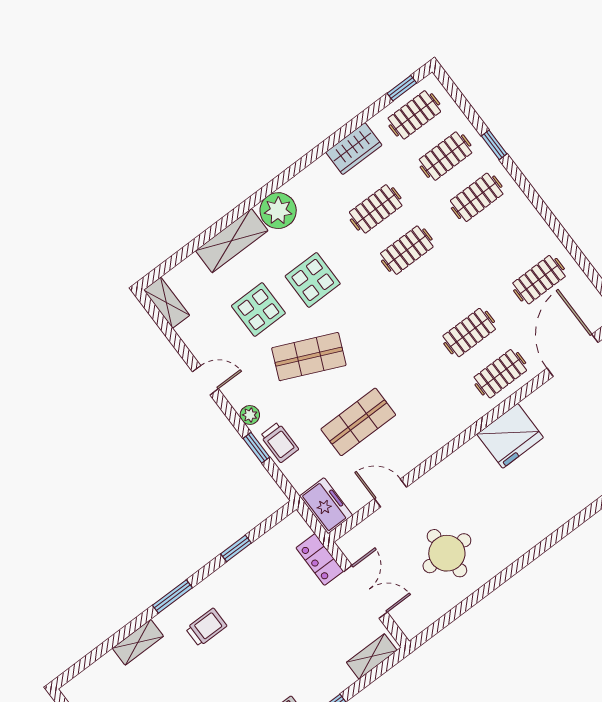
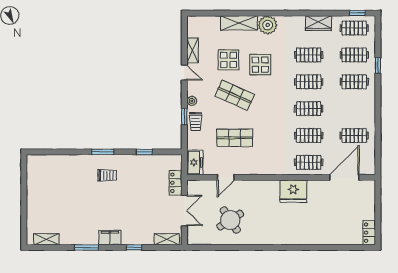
clothes rail: (438, 291) -> (309, 109), added
shelving: (167, 303) -> (193, 51), moved
door: (391, 493) -> (226, 177), swing flipped
round table: (447, 553) -> (230, 220), turned -33
shelving: (138, 642) -> (74, 160), removed

